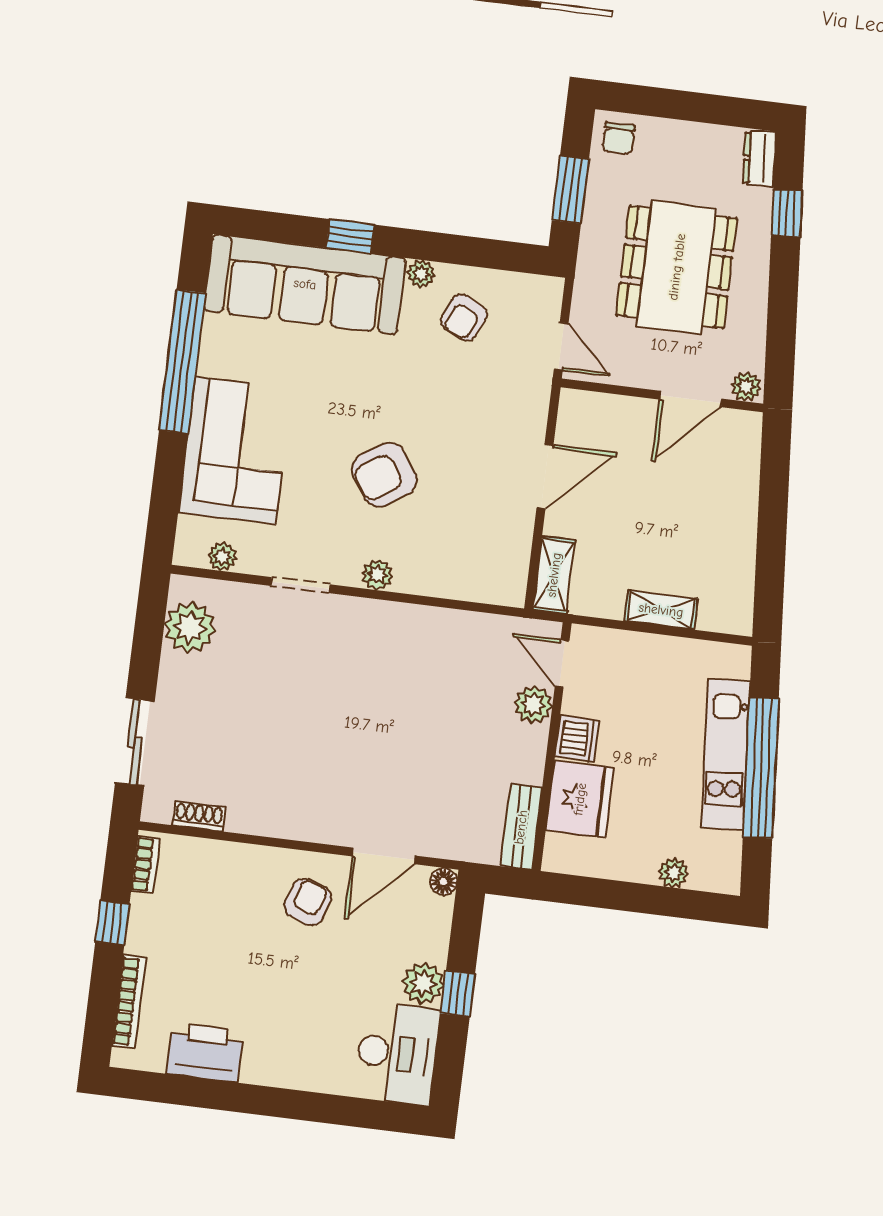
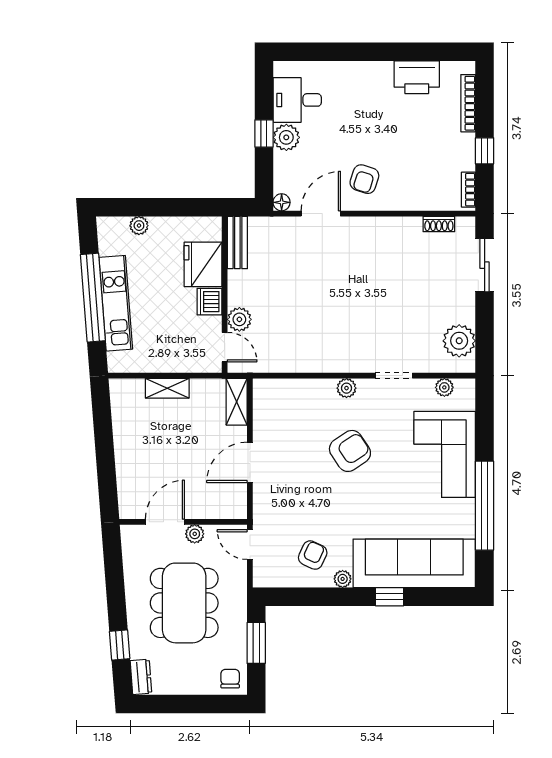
plant: (746, 387) -> (195, 534), moved
desk: (397, 1053) -> (297, 100), width x0.73

